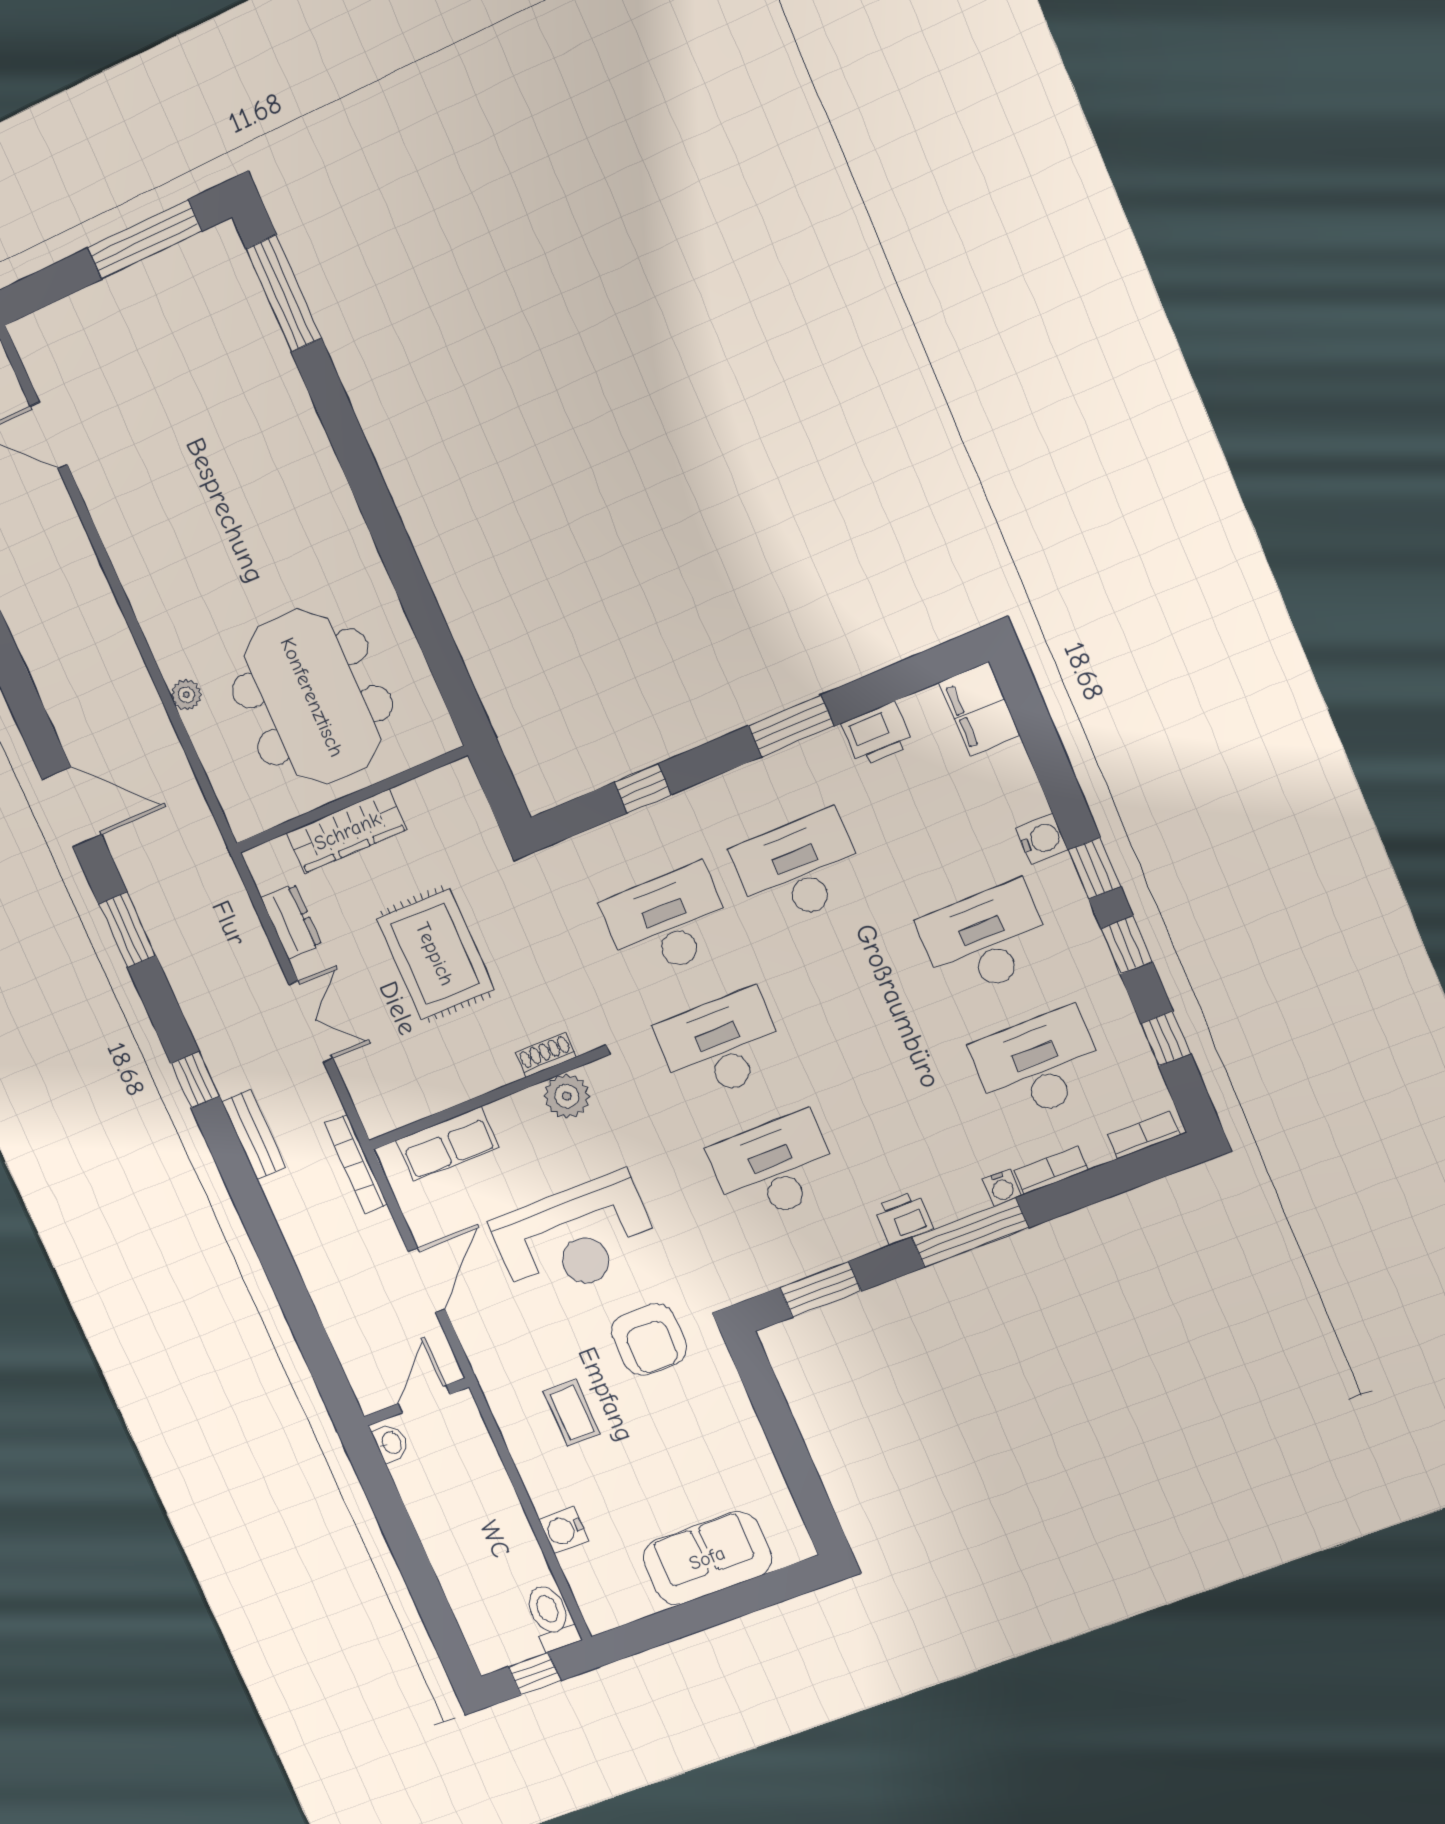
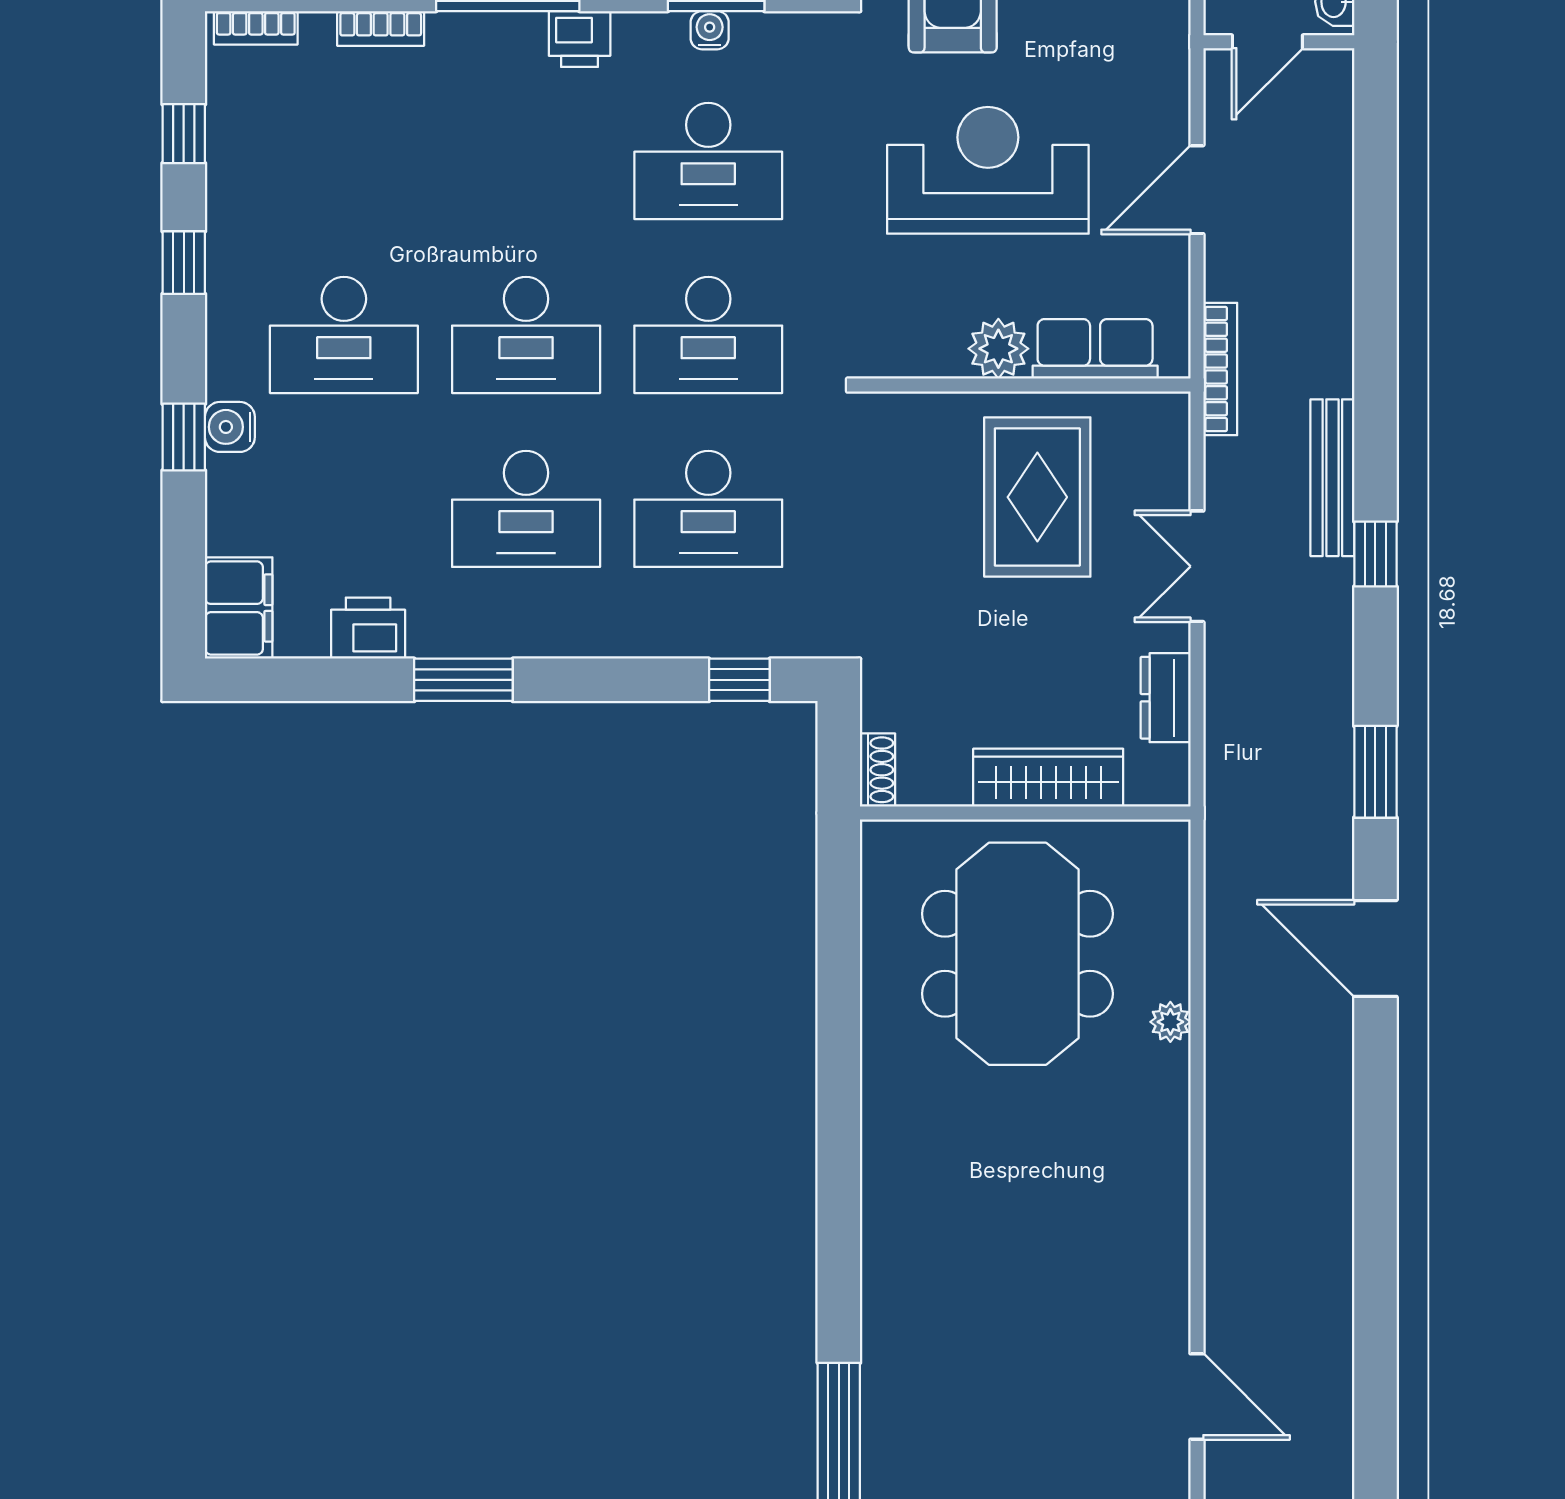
window: (643, 788) -> (739, 680), moved
window: (1094, 868) -> (184, 437), moved
rug: (435, 954) -> (1037, 497), moved
shoe rack: (546, 1055) -> (878, 770), moved, turned -90
desk: (1038, 1065) -> (526, 335), moved
plant: (567, 1096) -> (998, 349), moved
bench: (254, 1134) -> (1332, 478), width x1.36
water cooler: (1002, 1187) -> (710, 30), moved

